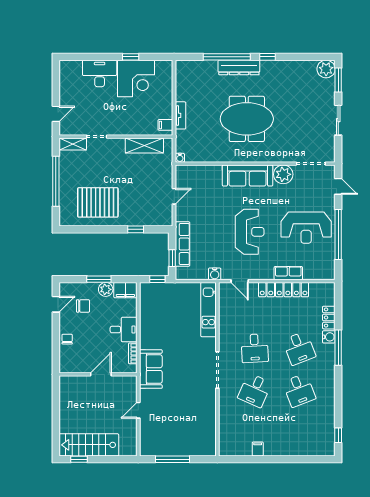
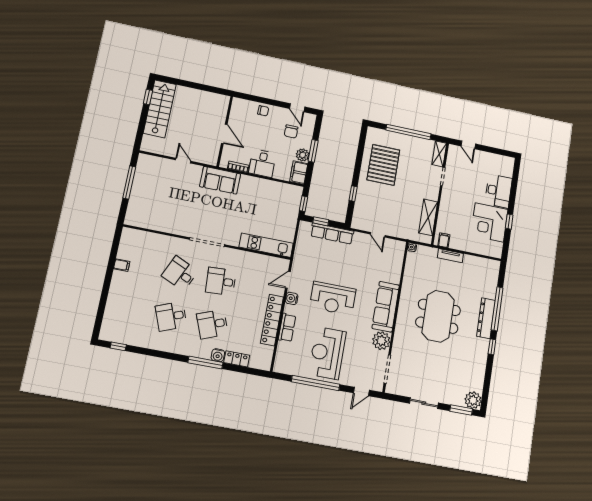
water cooler: (215, 274) -> (292, 298), moved

